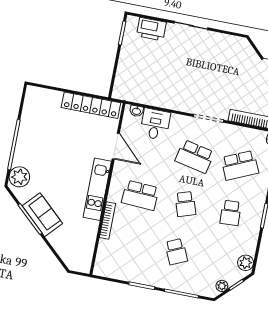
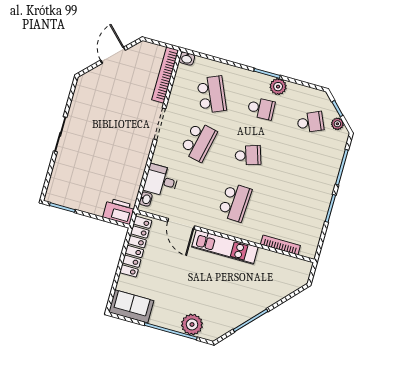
printer: (151, 29) -> (119, 211), moved, turned -90
door: (116, 146) -> (181, 224), swing flipped
plant: (19, 177) -> (192, 324), moved
sofa: (42, 215) -> (131, 306), moved, turned 47
bookcase: (108, 220) -> (280, 245), moved
school desk: (176, 252) -> (310, 122), moved
plant: (246, 263) -> (278, 87), moved

